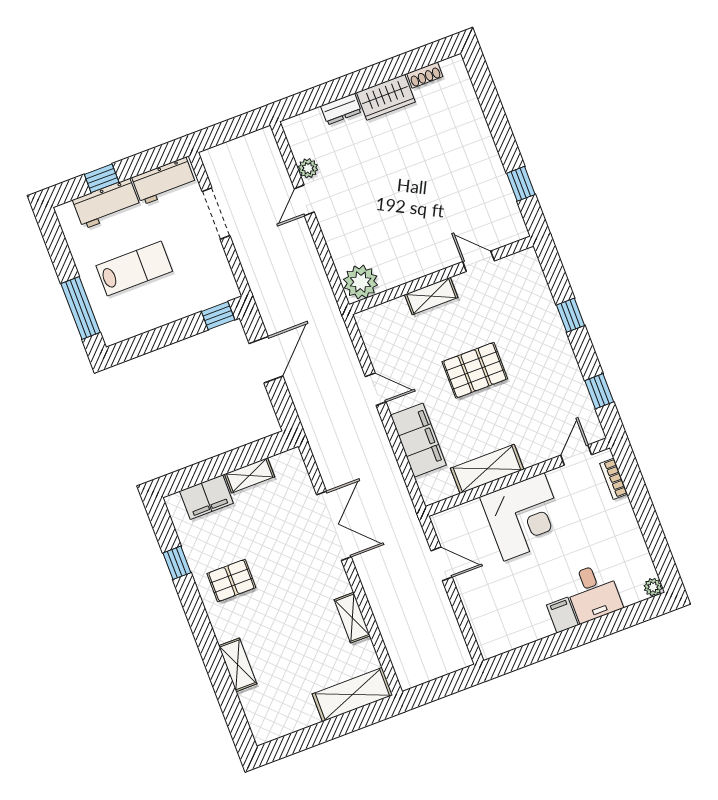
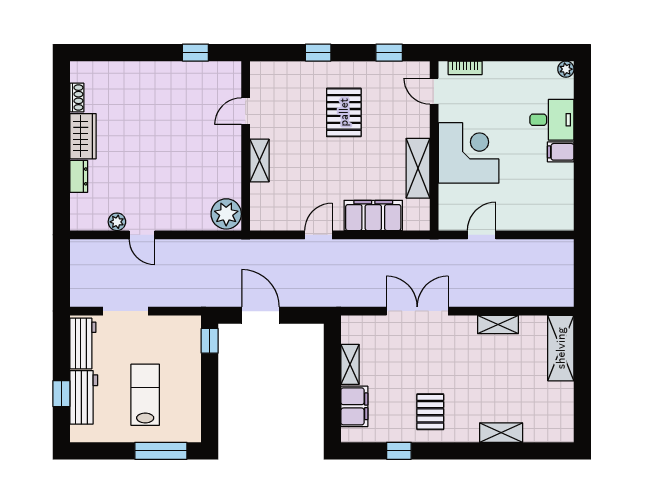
pallet: (475, 370) -> (344, 112), moved

